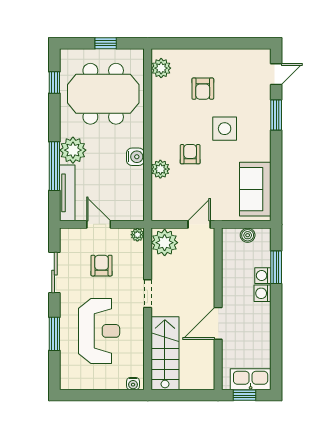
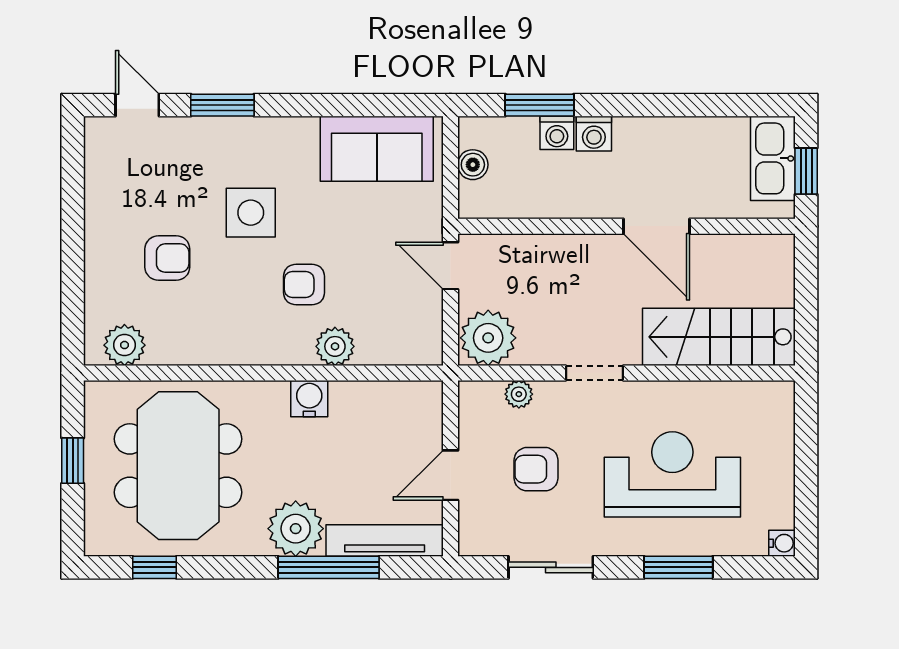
plant: (137, 235) -> (519, 394), moved
water cooler: (133, 384) -> (782, 543), moved

